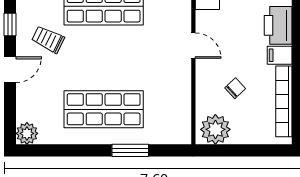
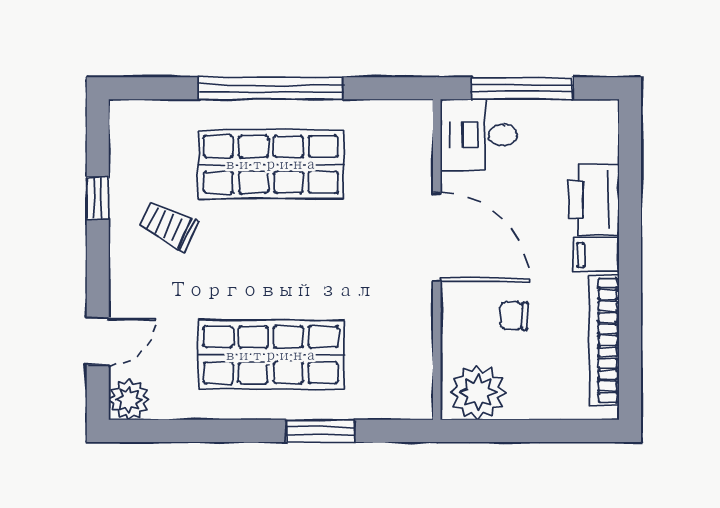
door: (193, 46) -> (437, 237), width x1.87
door: (10, 70) -> (98, 341), moved
chair: (235, 88) -> (514, 316), turned -135

